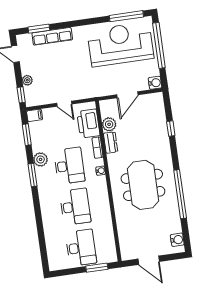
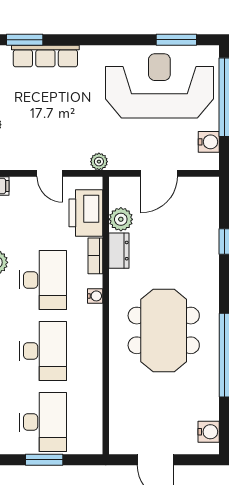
window: (126, 16) -> (176, 40), width x0.69
water cooler: (155, 83) -> (209, 142), moved
plant: (92, 93) -> (99, 162), added
window: (97, 268) -> (44, 460), moved

